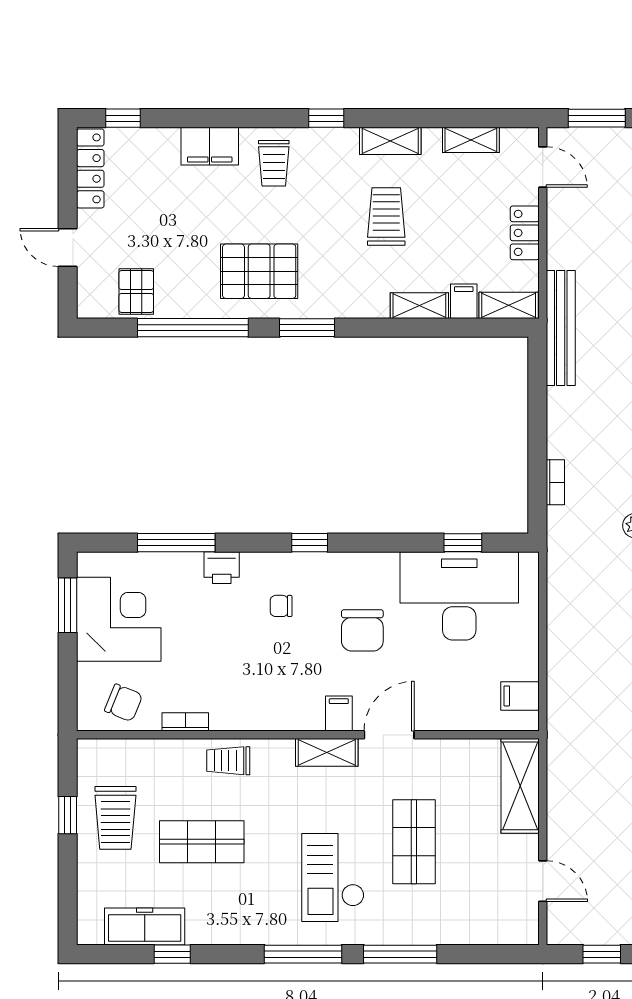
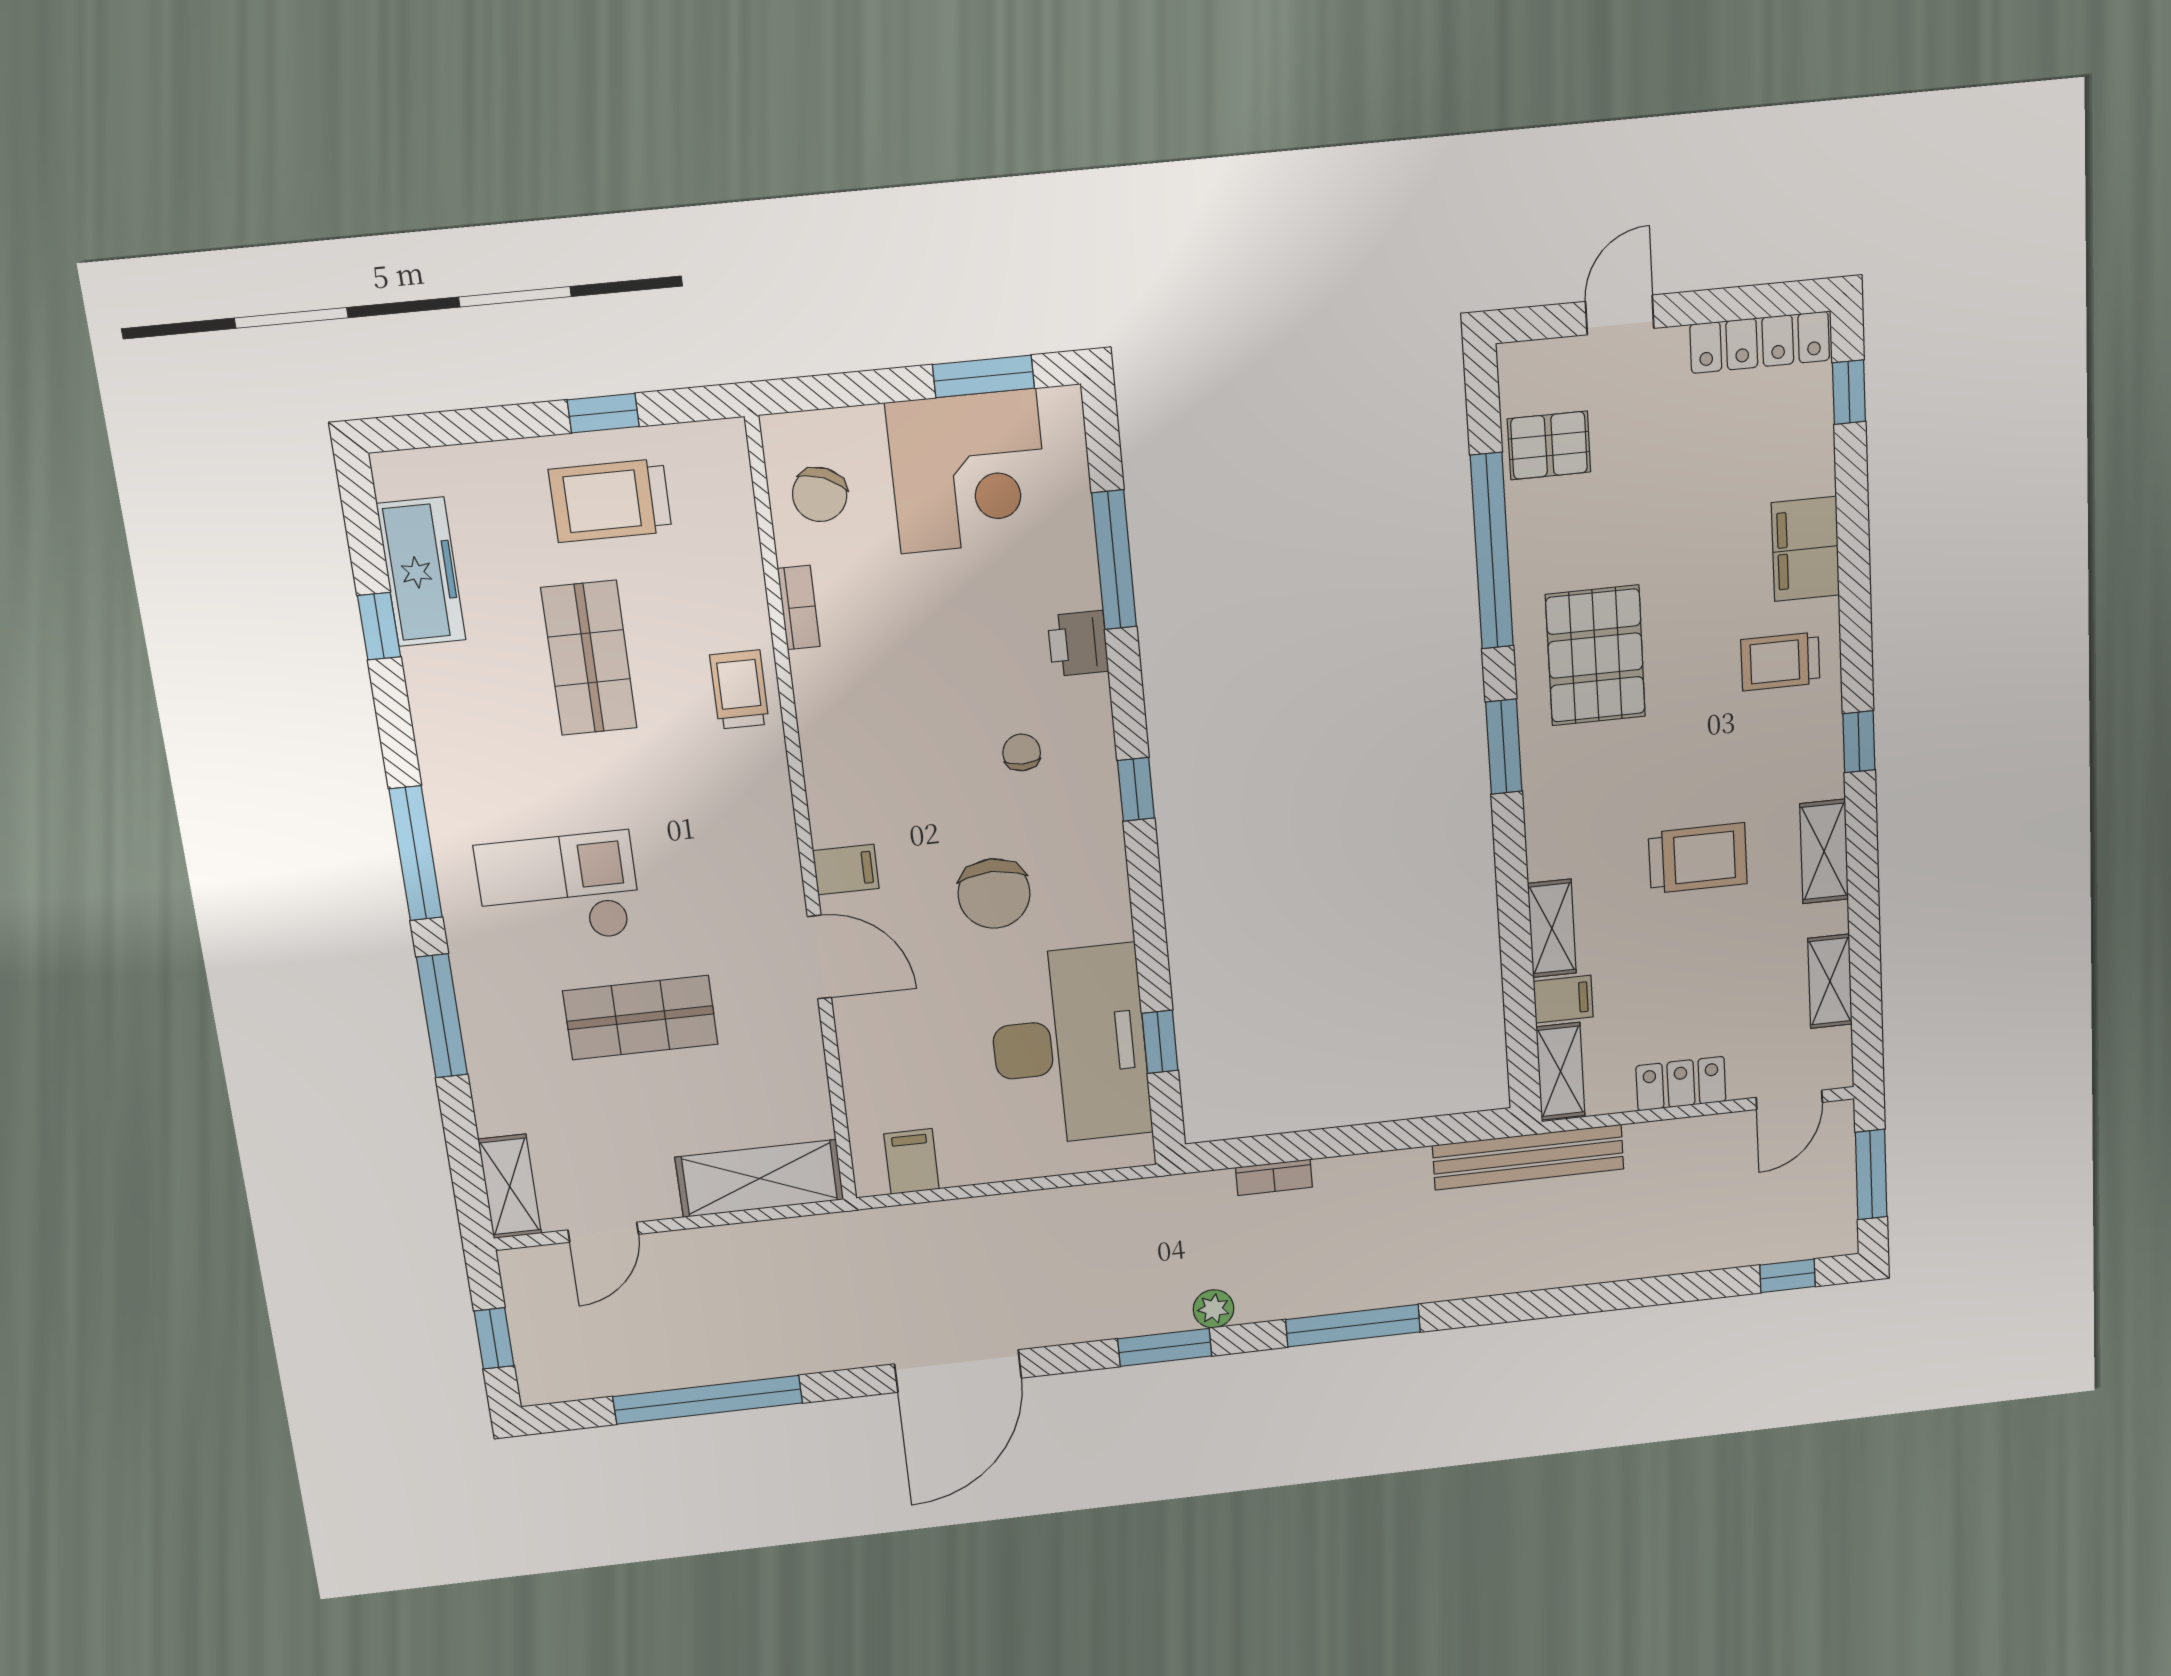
chair: (362, 630) -> (994, 894), turned -90
shelving: (327, 752) -> (510, 1186), moved

